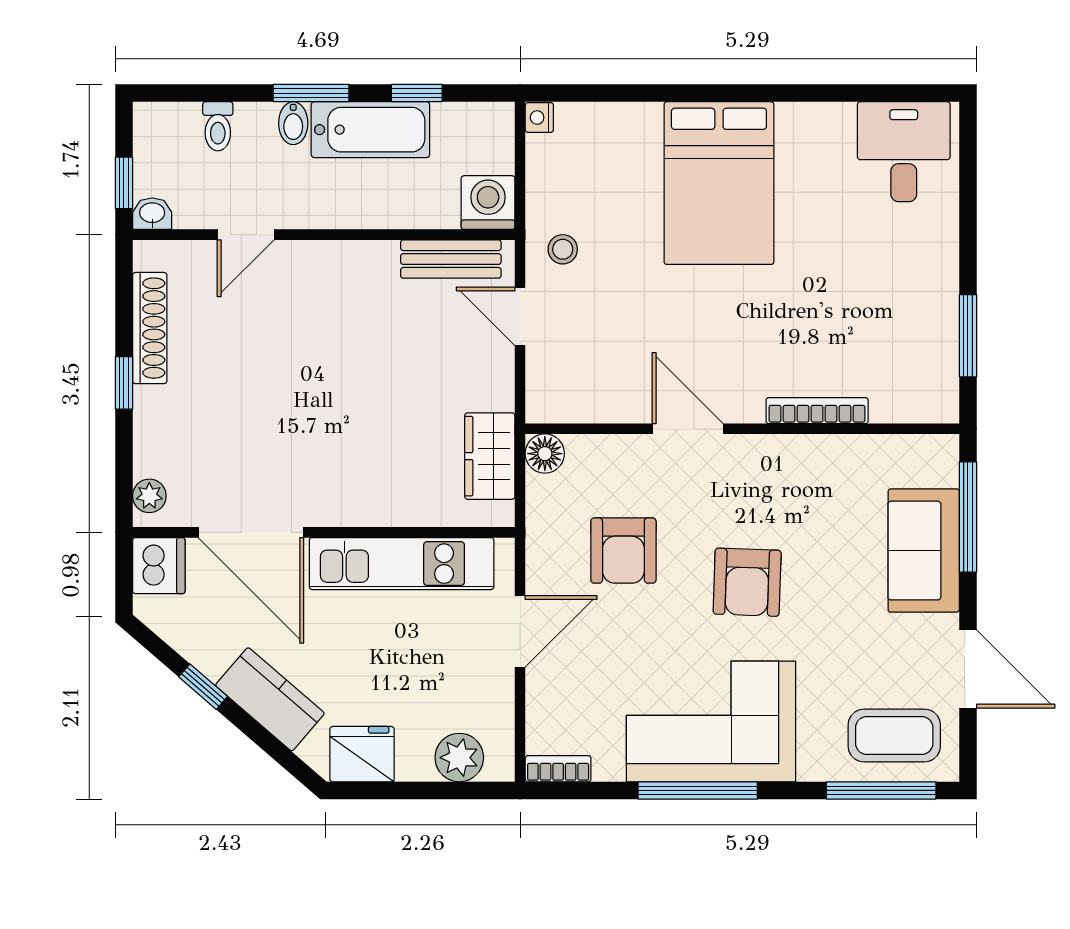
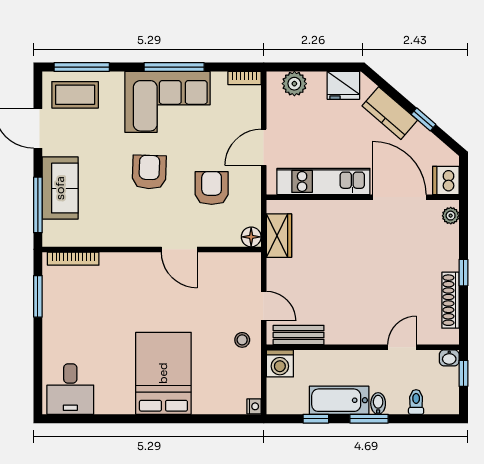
bookcase: (817, 411) -> (73, 259), moved

